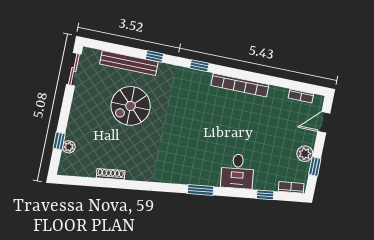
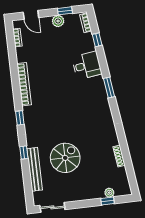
spiral stairs: (131, 106) -> (65, 158), turned -90

